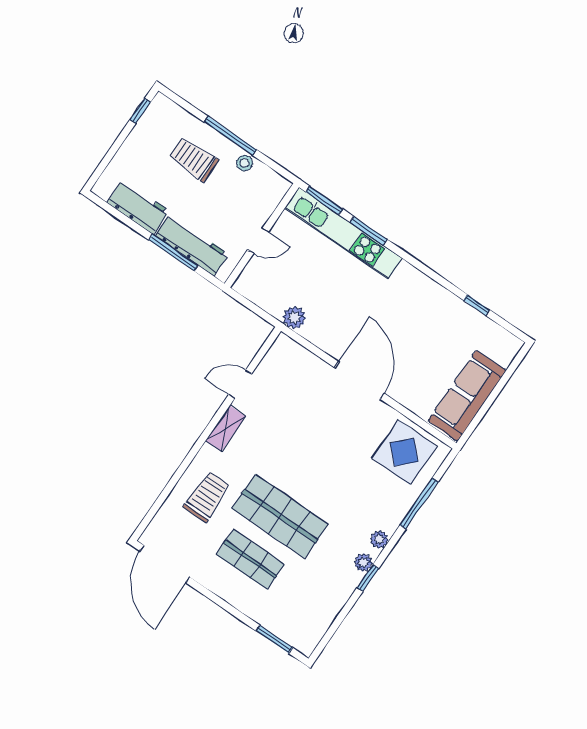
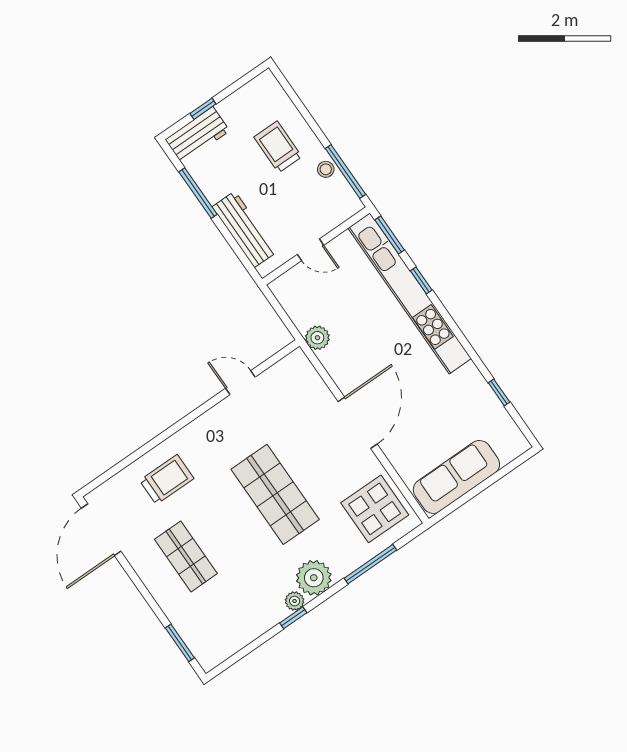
window: (140, 111) -> (203, 109), moved
window: (230, 136) -> (345, 171), moved
workbench: (138, 207) -> (197, 135), moved, turned 90
window: (368, 231) -> (421, 280), width x0.67
kitchen unit: (343, 233) -> (410, 293), width x1.36
window: (173, 253) -> (198, 193), moved
shelving: (226, 428) -> (210, 420), removed
shop shelf: (280, 516) -> (275, 494), moved
plant: (379, 539) -> (314, 578), width x1.88, depth x1.88

